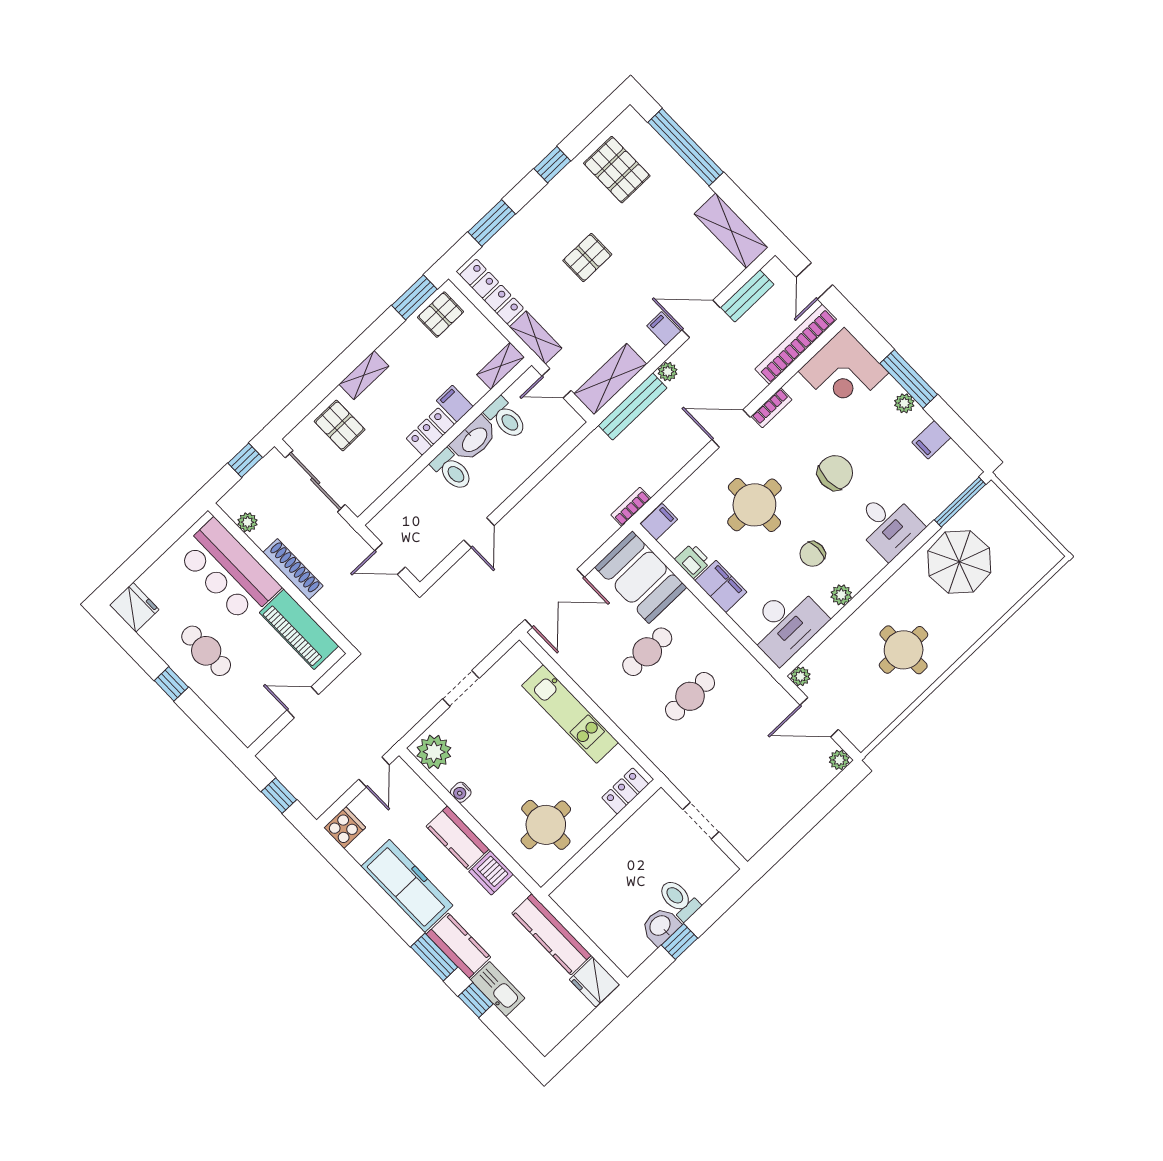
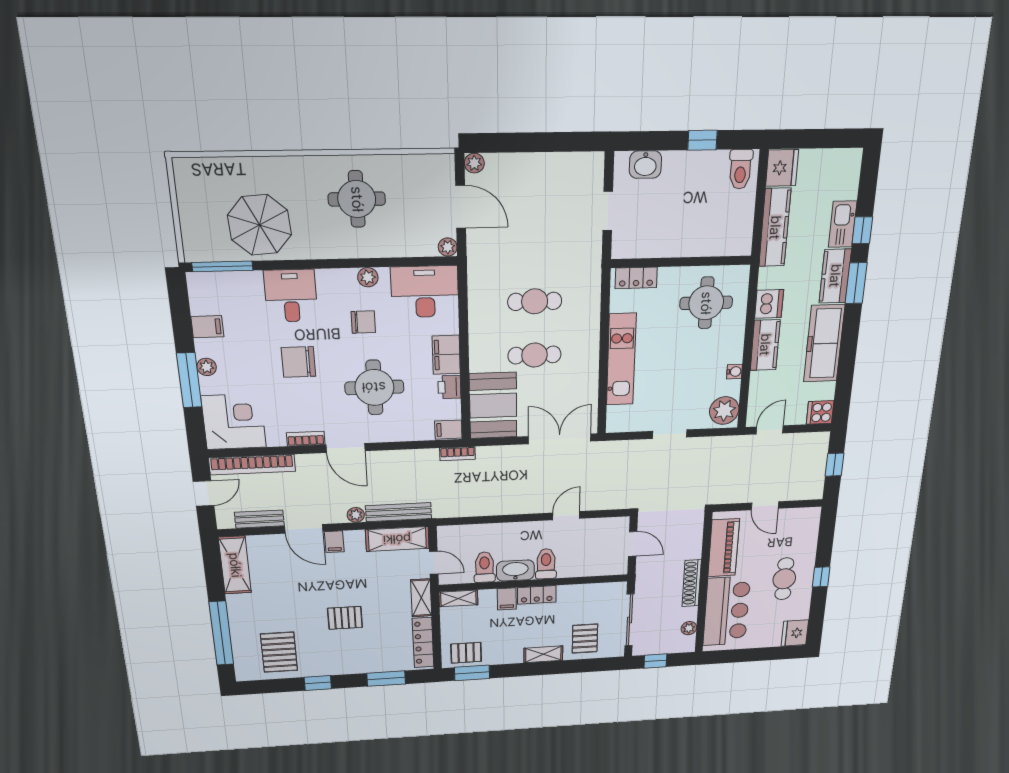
toilet: (679, 900) -> (740, 169), moved
washbasin: (661, 926) -> (645, 165), moved

